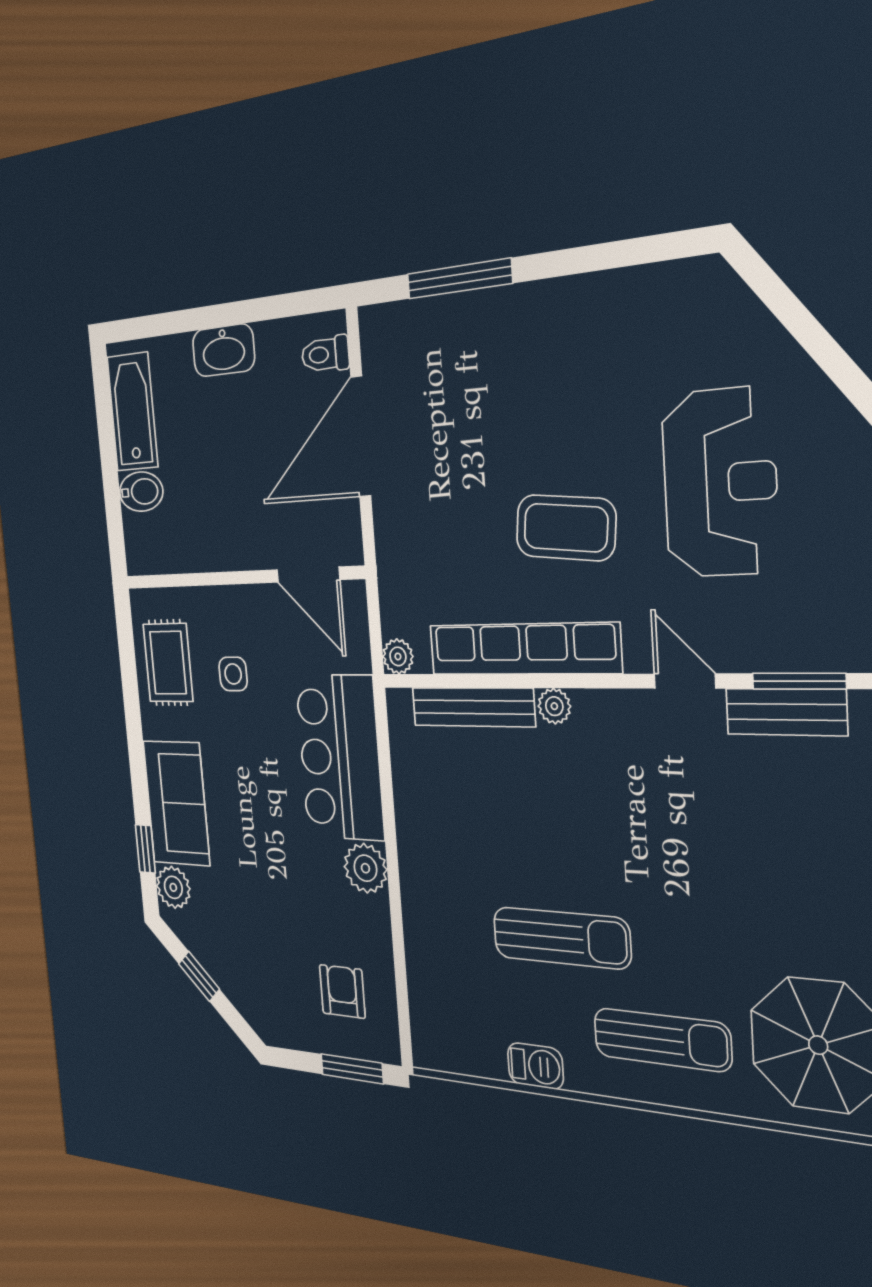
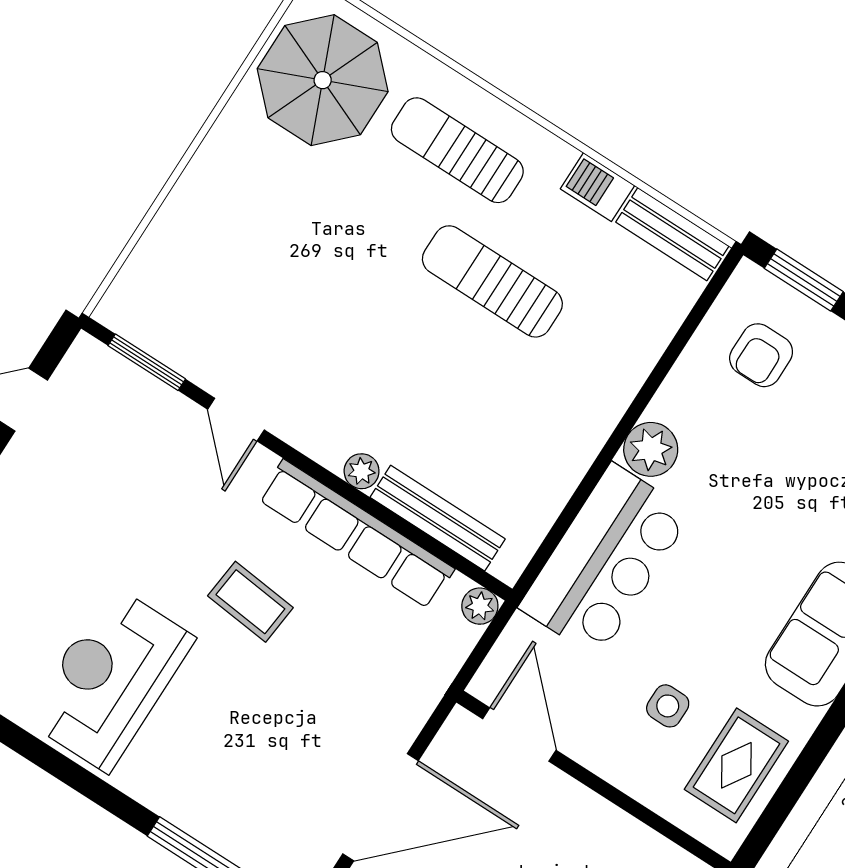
reception desk: (720, 483) -> (110, 679), moved
coffee table: (566, 528) -> (250, 602), width x0.73, depth x0.77
bench: (786, 712) -> (672, 234), moved

